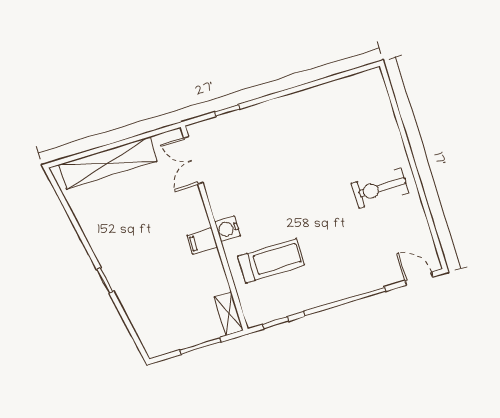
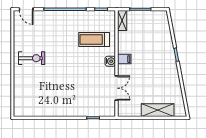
double door: (193, 160) -> (117, 88), moved
shelving: (108, 163) -> (158, 110), width x0.68

